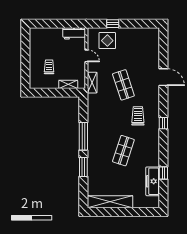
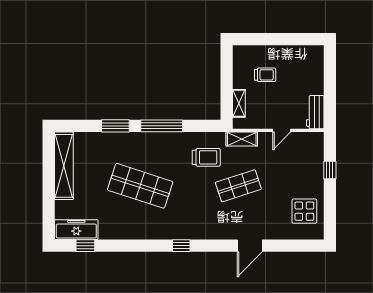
display table: (107, 41) -> (304, 211), moved
trolley: (138, 116) -> (206, 157), moved
shop shelf: (123, 151) -> (140, 186), width x1.43, depth x1.36
window: (163, 173) -> (85, 246), moved
freezer: (153, 181) -> (76, 230), moved

